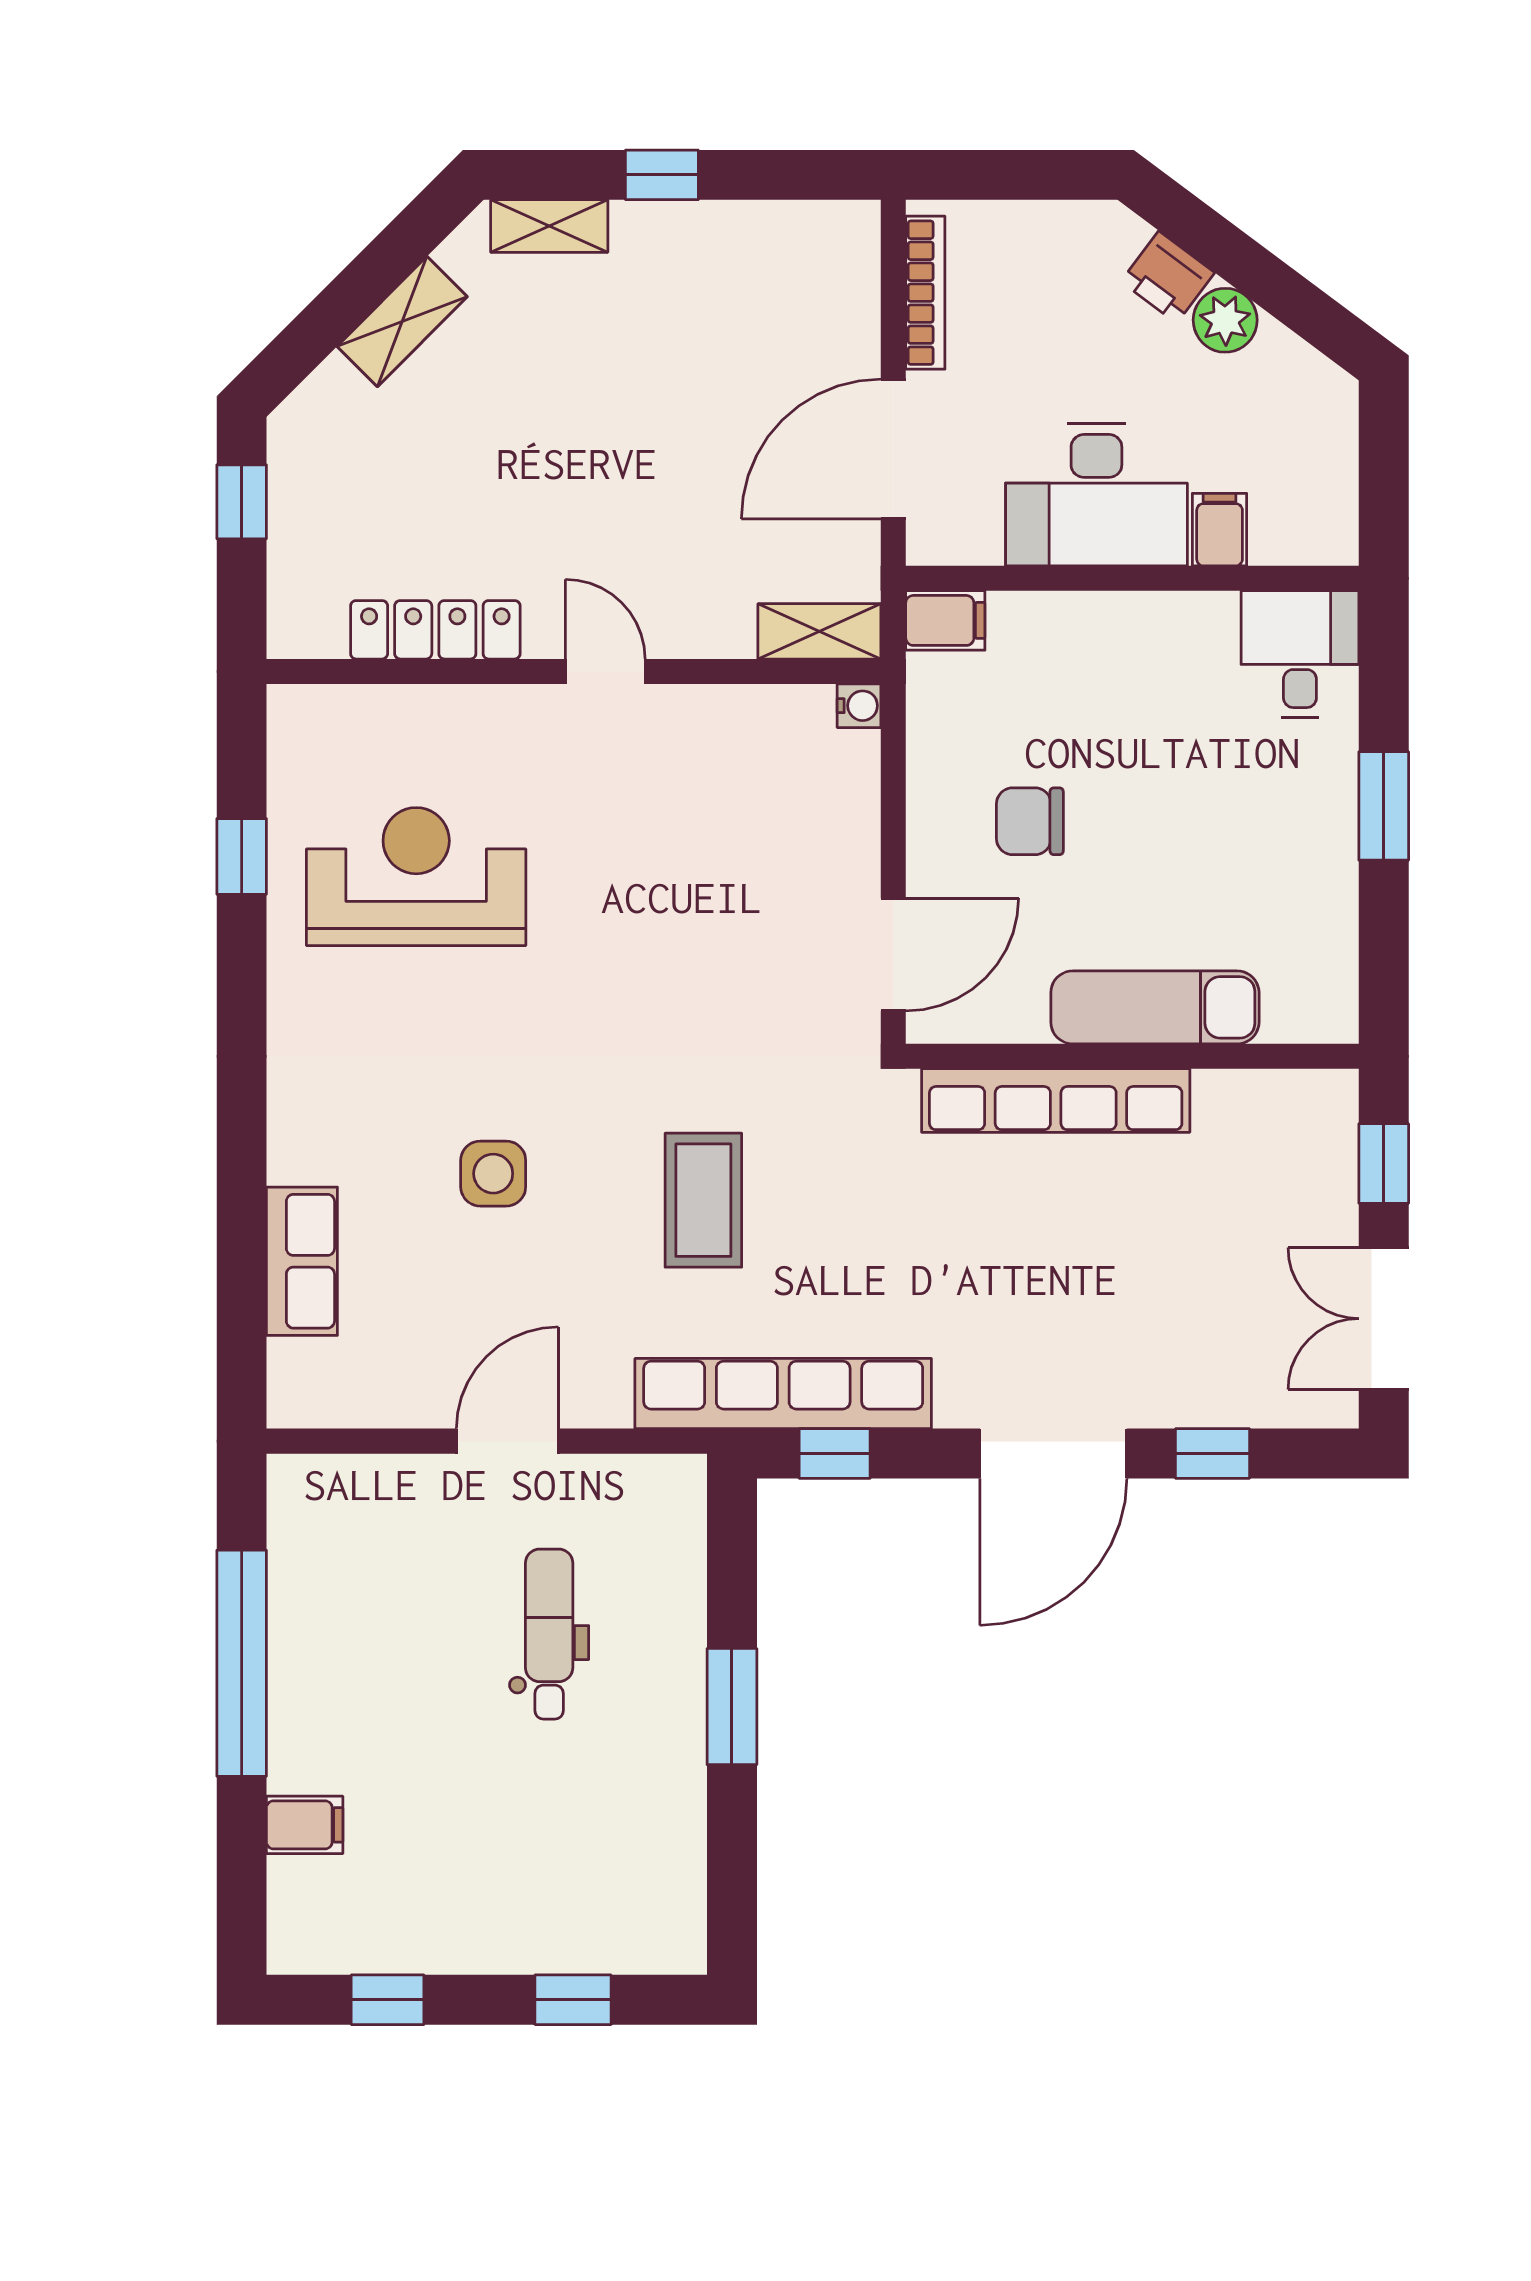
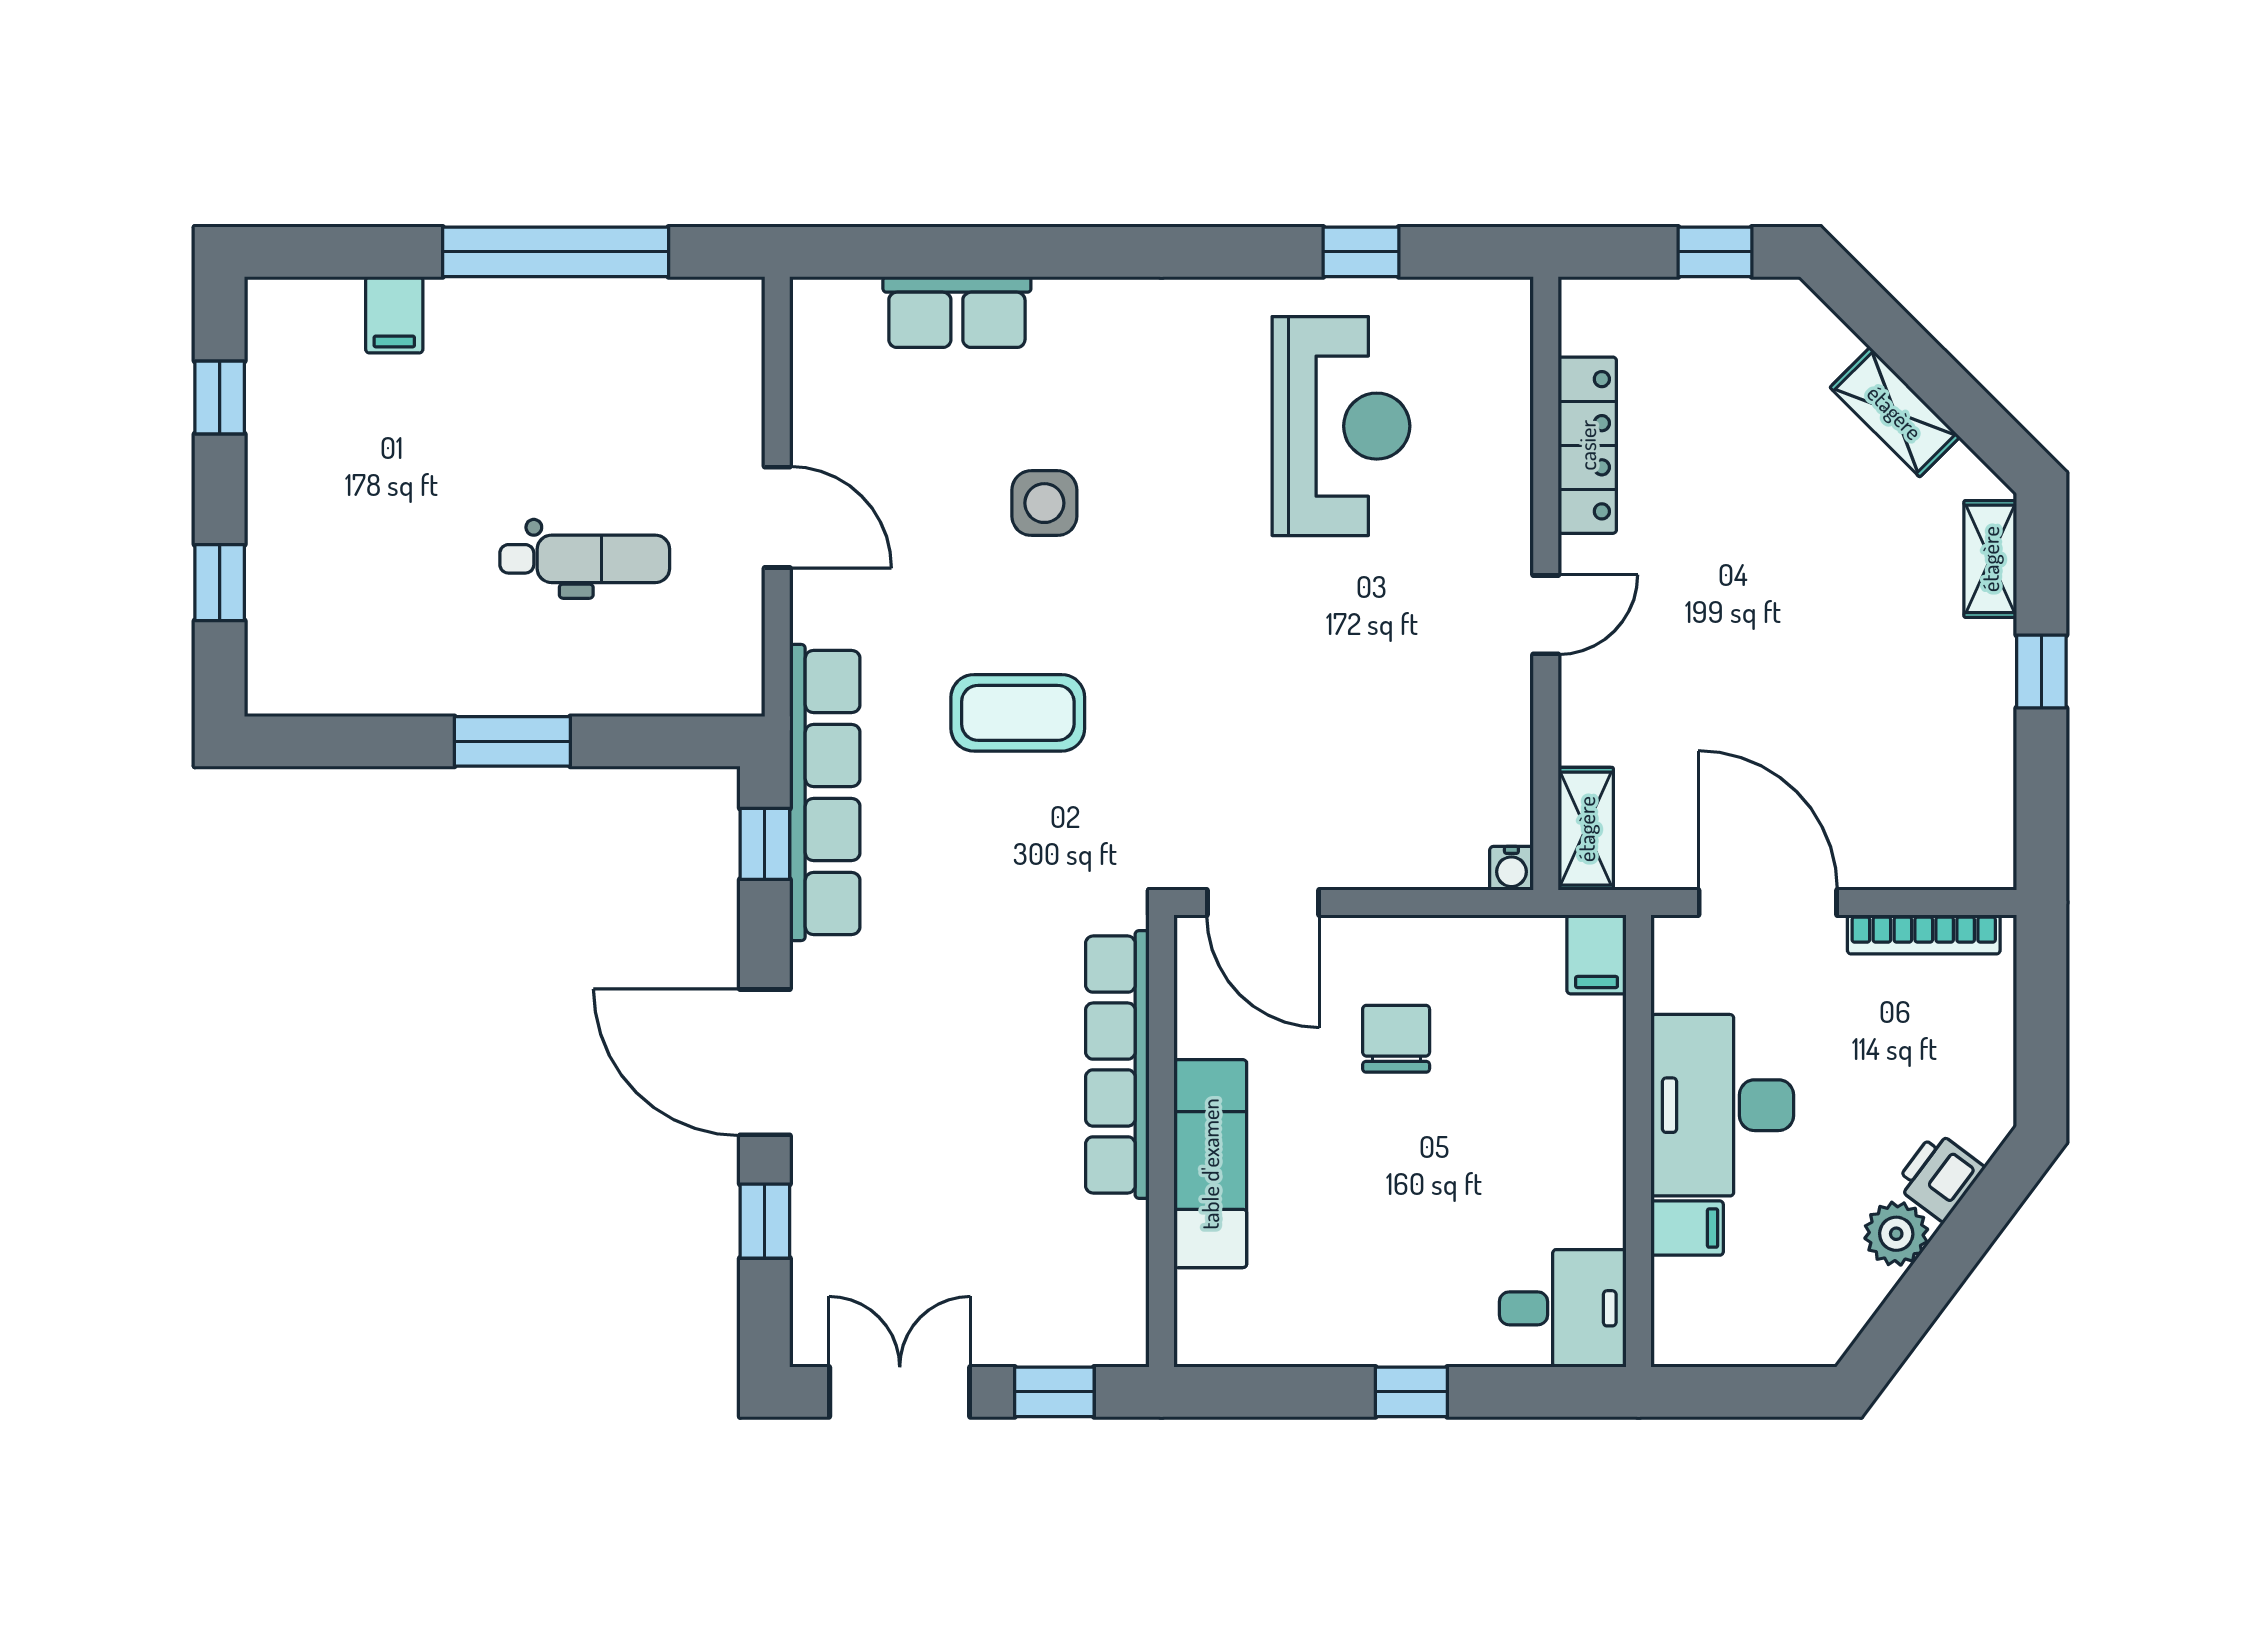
window: (1384, 806) -> (1411, 1392), width x0.67

